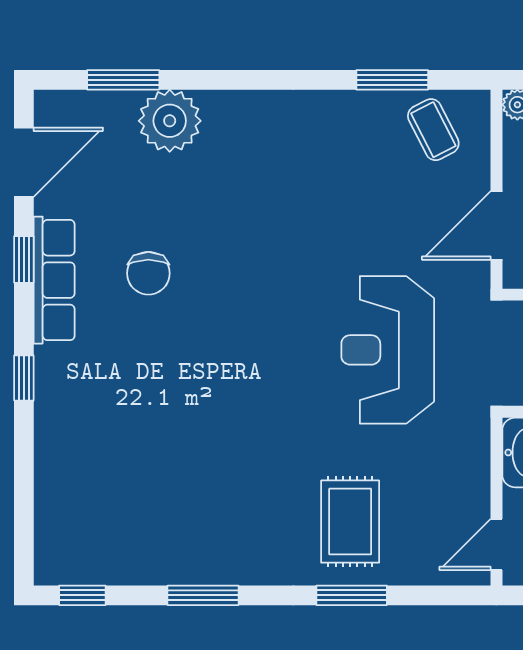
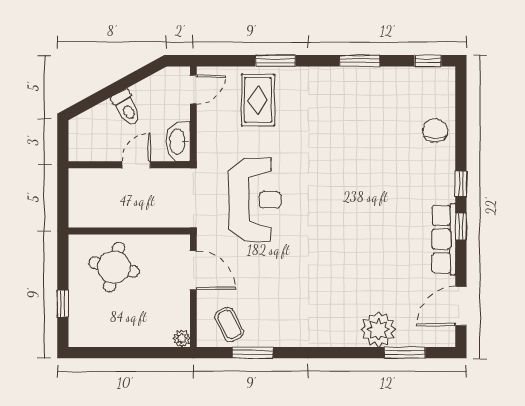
door: (496, 226) -> (193, 270), hinge flipped
window: (24, 259) -> (461, 227), moved
chair: (148, 273) -> (435, 130), moved
rug: (350, 522) -> (258, 100), moved

